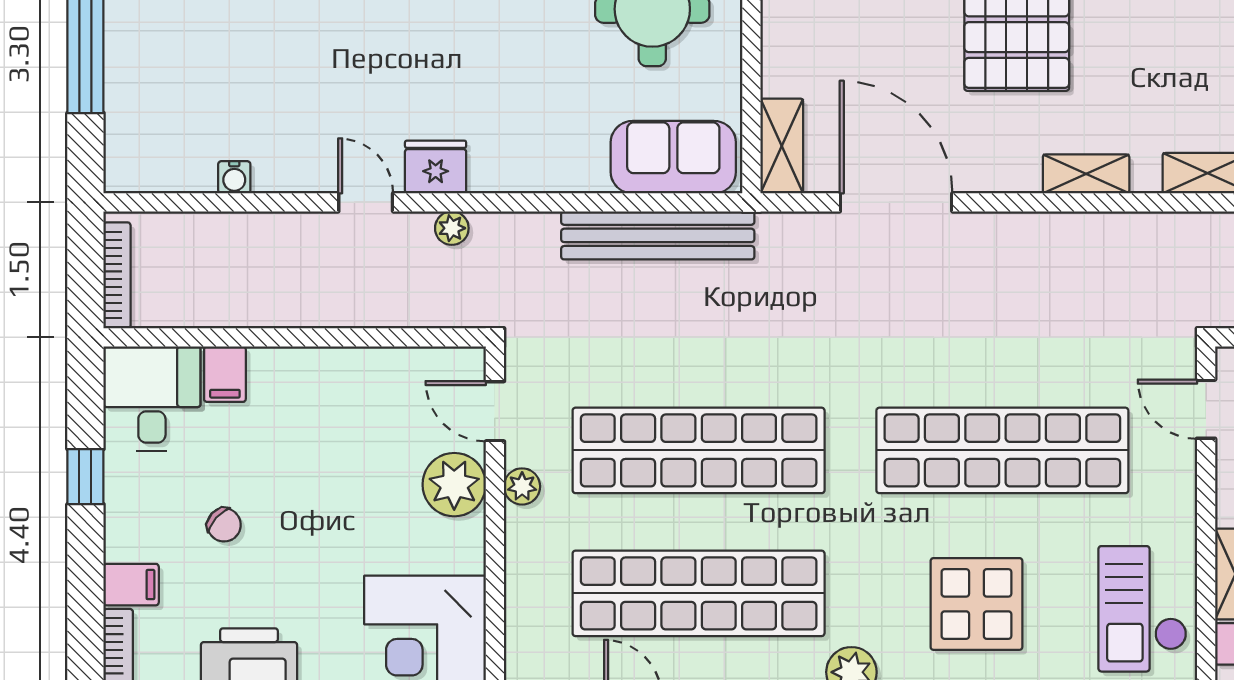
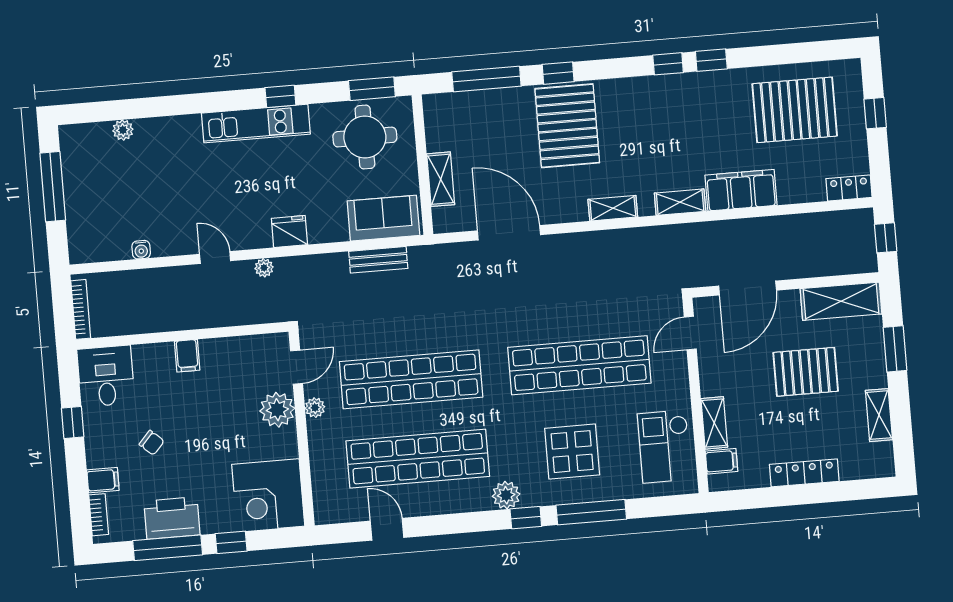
shelving: (782, 146) -> (441, 179), moved
fridge: (436, 167) -> (289, 231), moved
bench: (658, 235) -> (378, 260), width x0.54, depth x0.82
filing cabinet: (225, 374) -> (187, 356), moved
door: (1206, 409) -> (690, 333), hinge flipped
door: (495, 411) -> (296, 367), swing flipped

